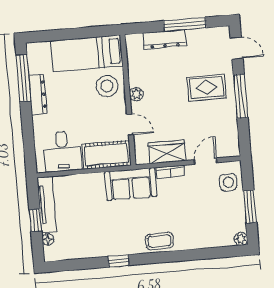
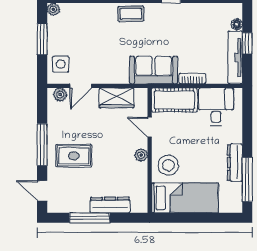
plant: (226, 150) -> (60, 95), added
bookcase: (170, 172) -> (192, 79), moved

